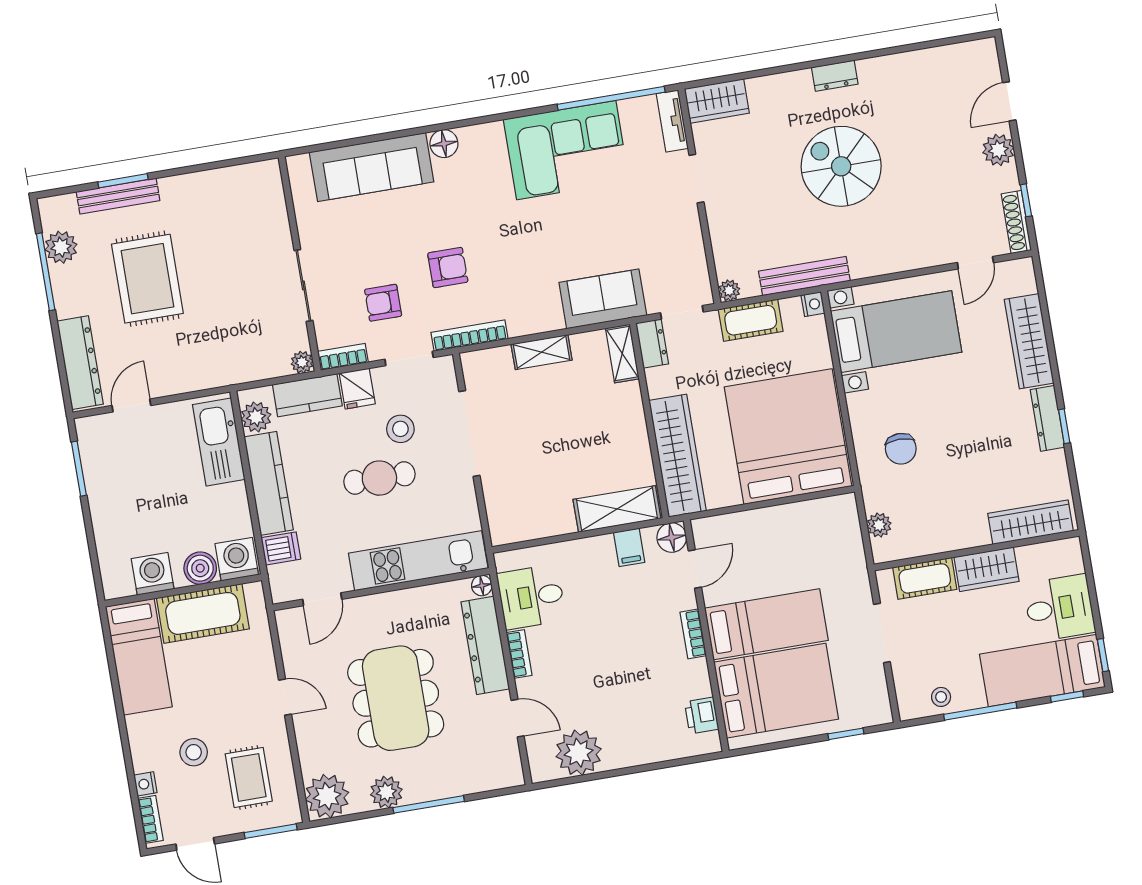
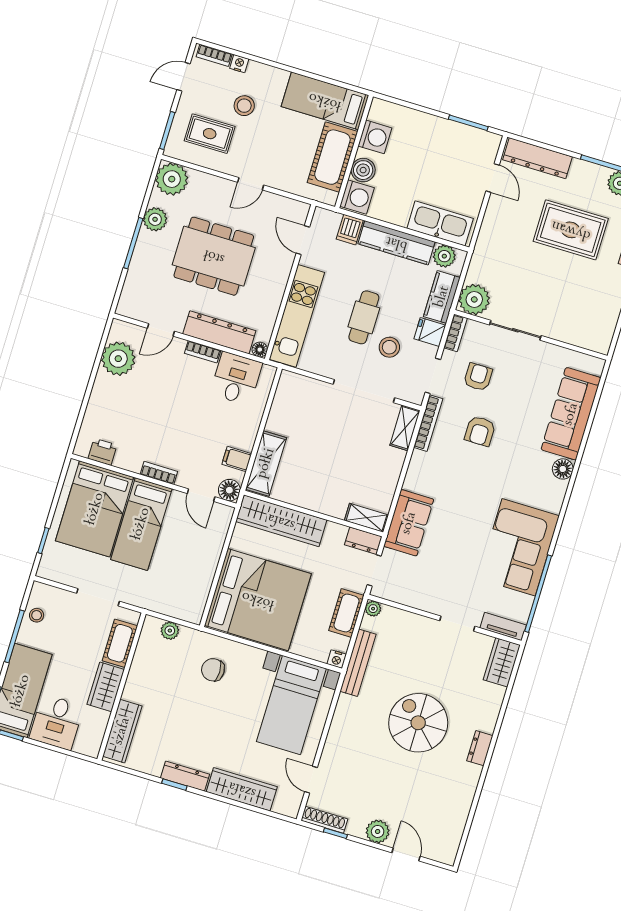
spiral stairs: (841, 166) -> (418, 723), turned -90
shelving: (542, 352) -> (405, 428), moved
plant: (302, 362) -> (474, 299), width x1.87, depth x1.87

